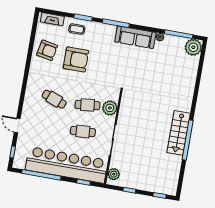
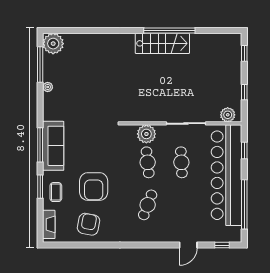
sofa: (135, 37) -> (53, 146), moved
armchair: (76, 59) -> (94, 187), turned 180

